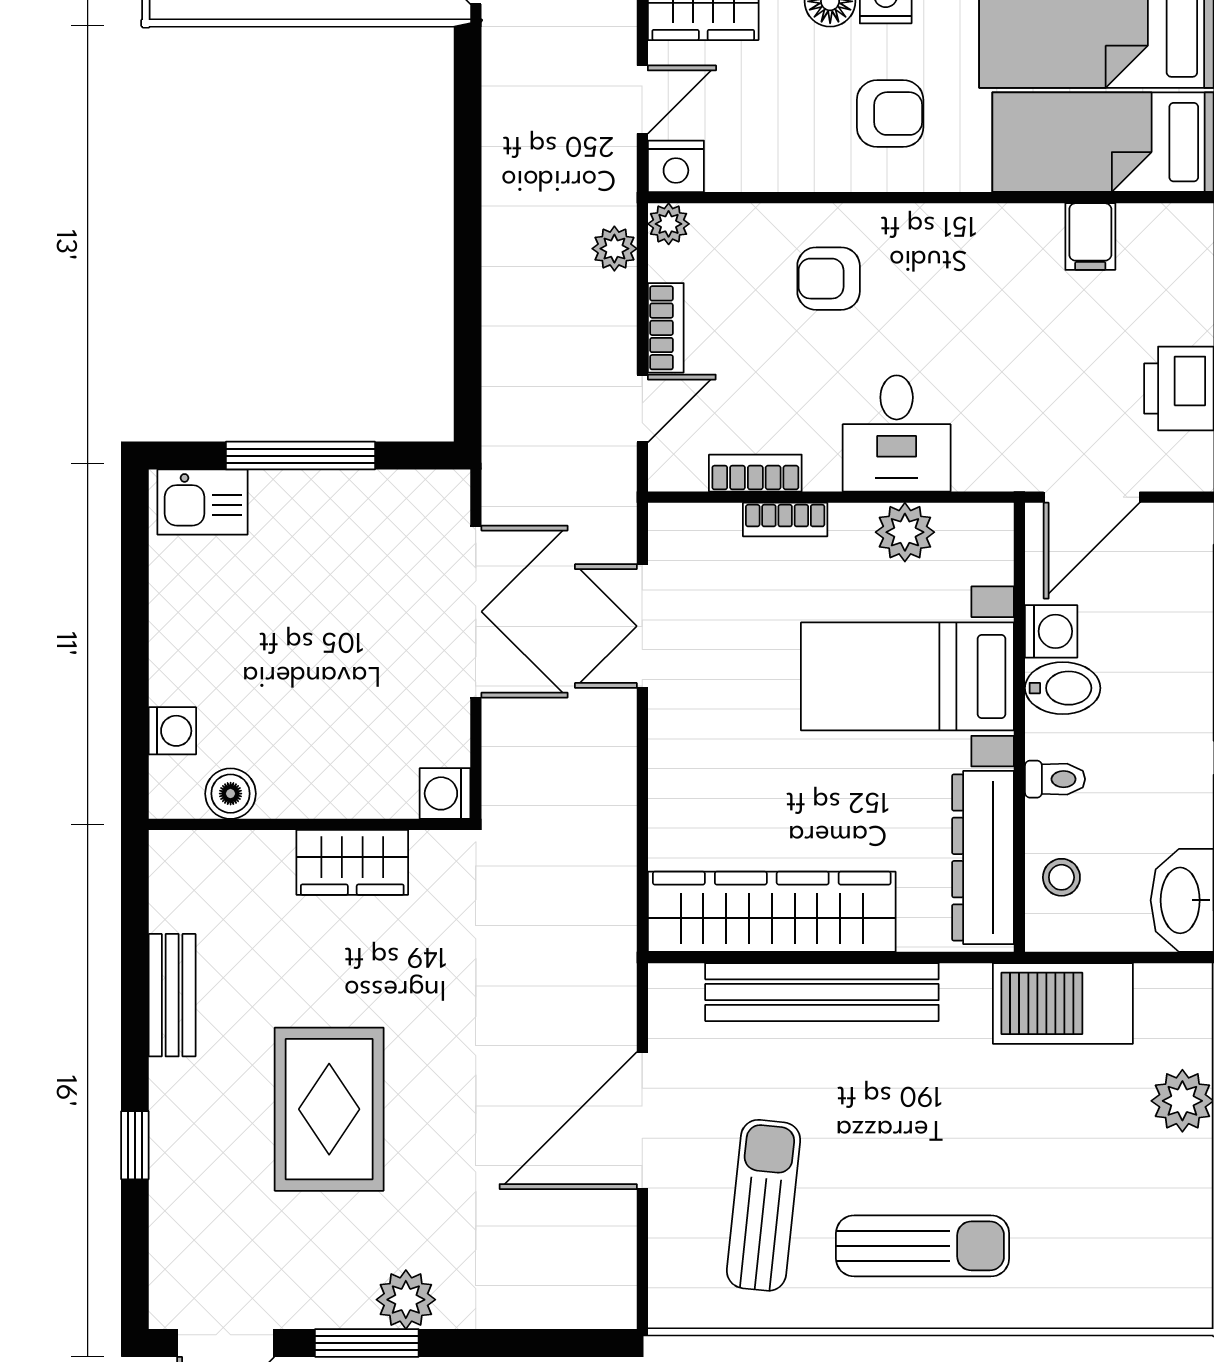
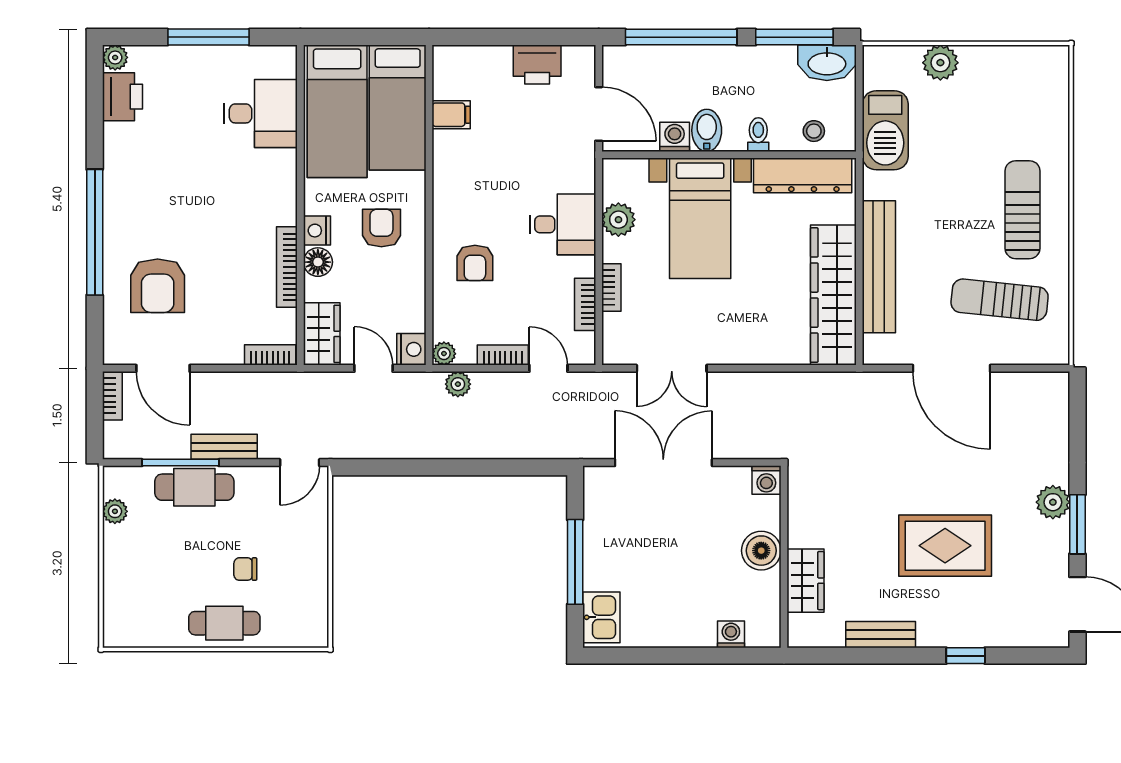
boiler: (231, 794) -> (761, 551), moved, width x1.36, depth x1.36
wardrobe: (352, 862) -> (805, 581), moved

